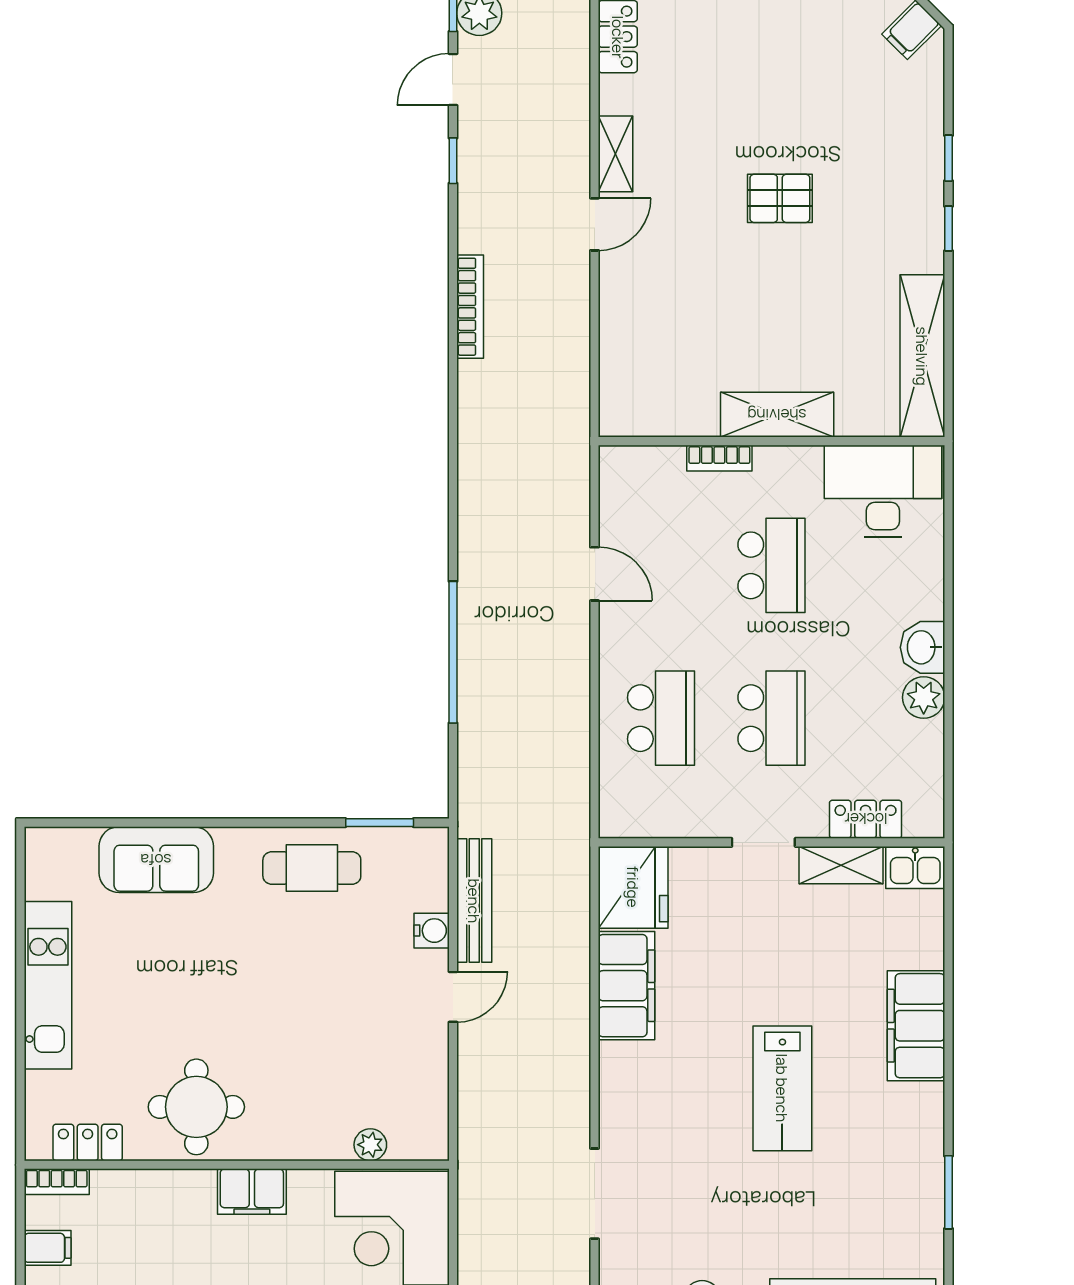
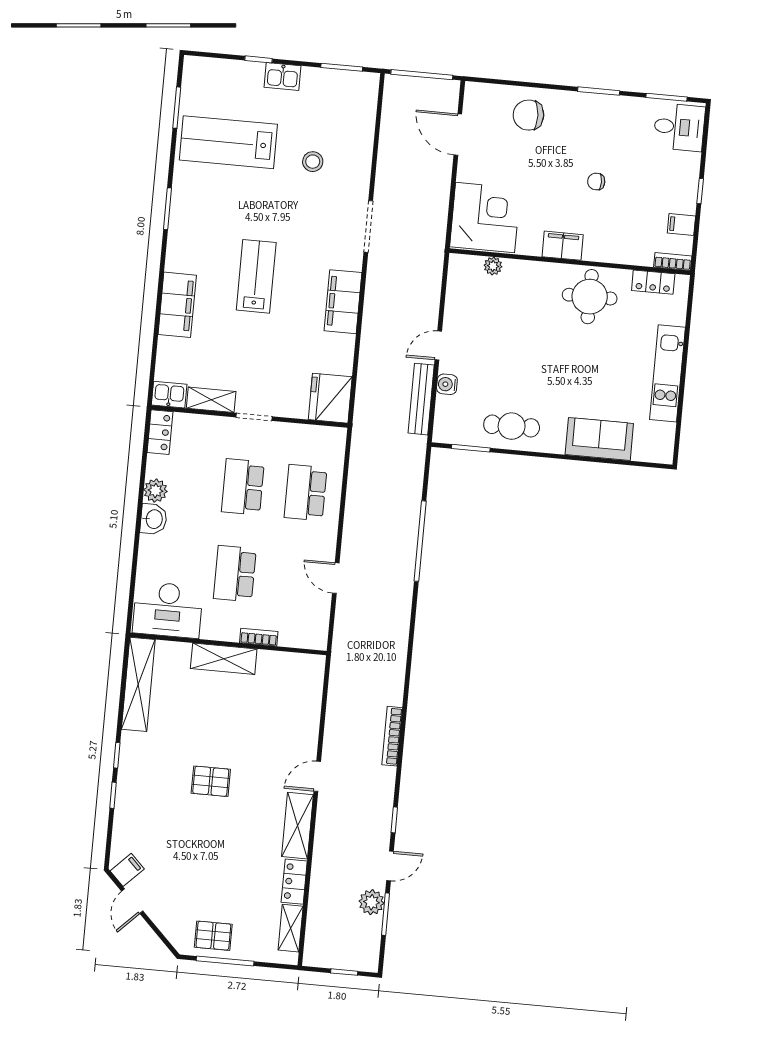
shelving: (616, 154) -> (297, 826), width x1.50, depth x1.33
locker: (866, 819) -> (160, 432), moved, turned -90
filing cabinet: (627, 986) -> (343, 302), moved

